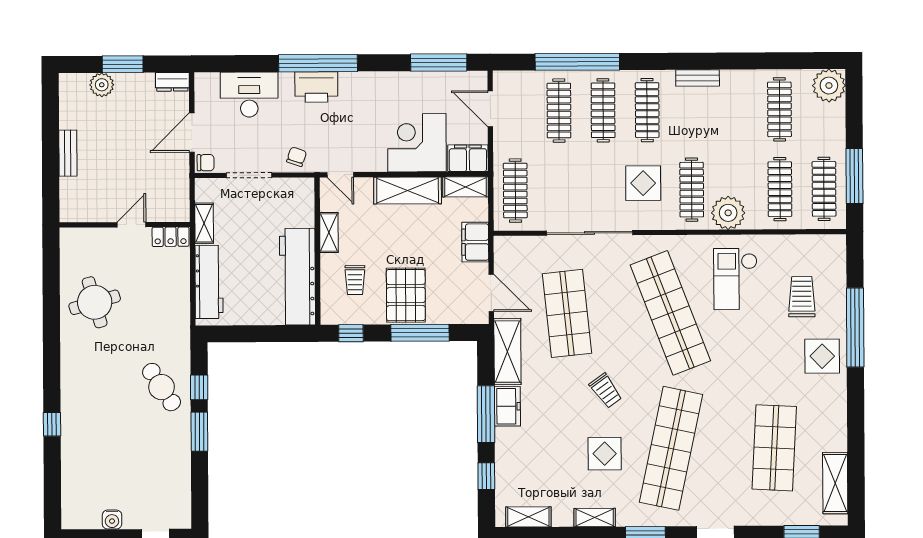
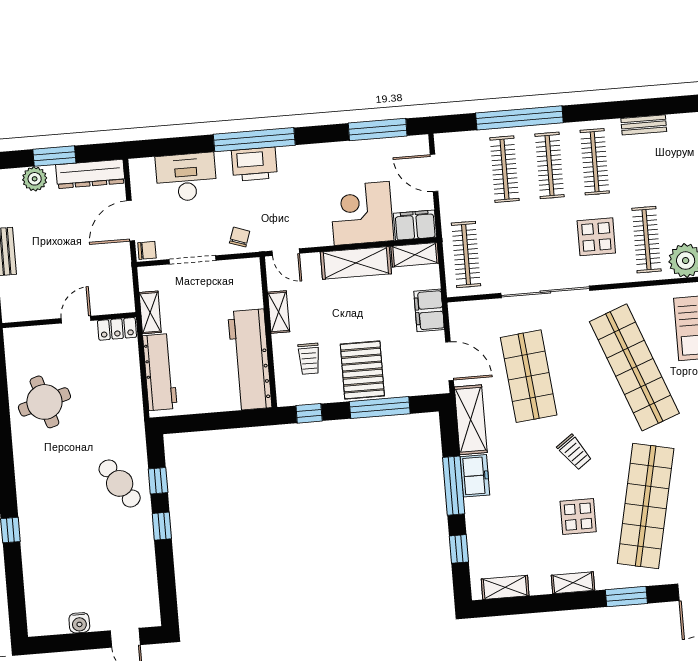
dresser: (172, 82) -> (90, 174), width x1.96, depth x1.24
window: (199, 432) -> (162, 526), width x0.67

